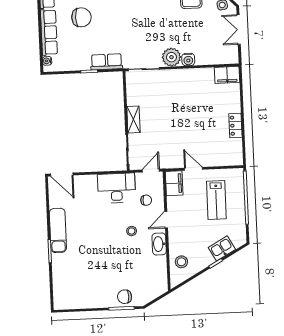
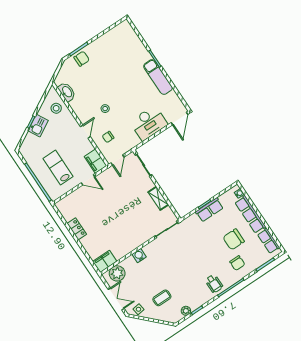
plant: (171, 57) -> (117, 273), moved
row of seats: (107, 62) -> (209, 210), moved
shelving: (133, 120) -> (158, 198), moved
door: (62, 175) -> (179, 119), swing flipped
desk: (116, 188) -> (149, 123), moved
washbasin: (159, 244) -> (67, 92), moved
kitchen sink: (222, 248) -> (38, 126), moved

